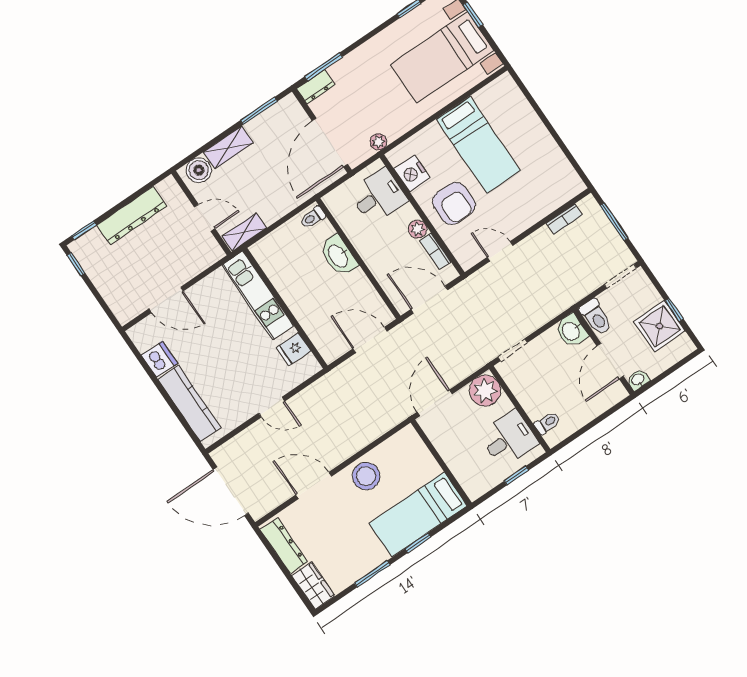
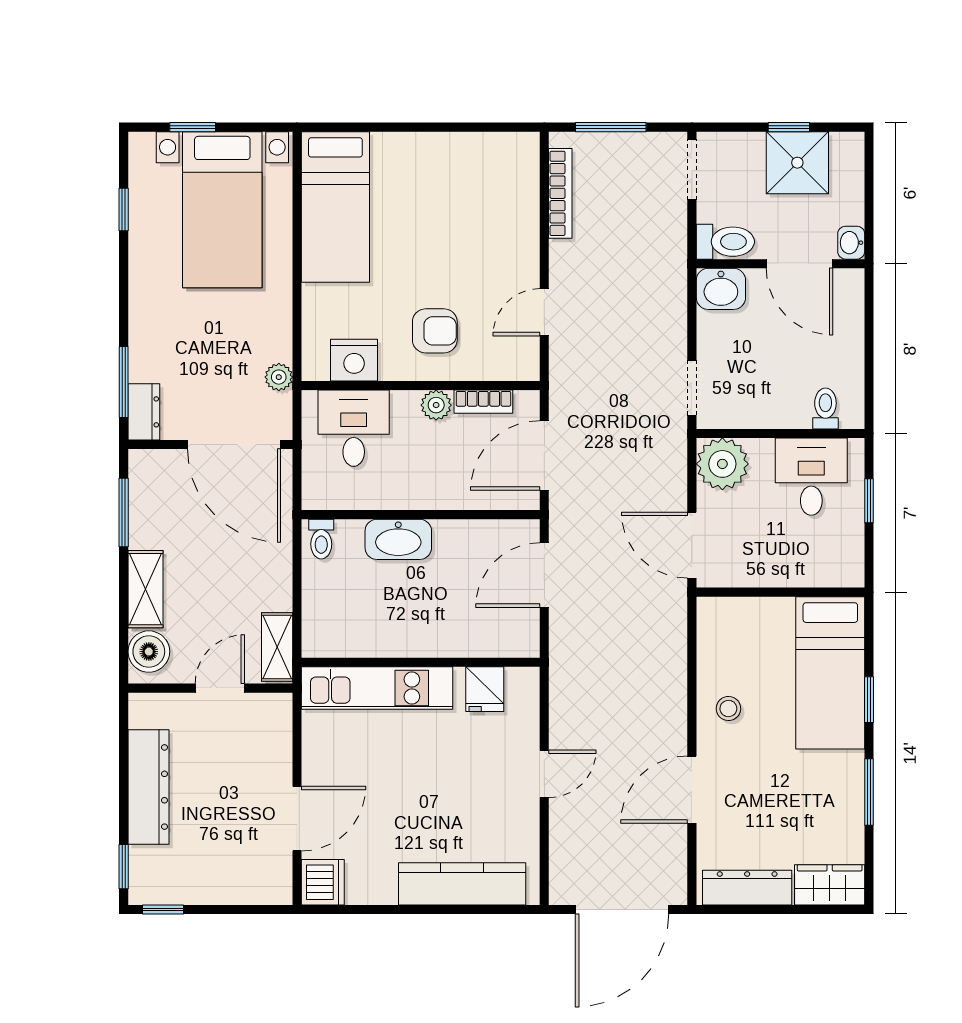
bed: (478, 145) -> (335, 207), moved, turned 90
armchair: (454, 203) -> (435, 331), width x0.72, depth x0.72
bookcase: (564, 219) -> (560, 193), width x1.56
dishwasher: (159, 359) -> (323, 882), moved, turned 90
stool: (366, 476) -> (728, 708), width x0.53, depth x0.53

